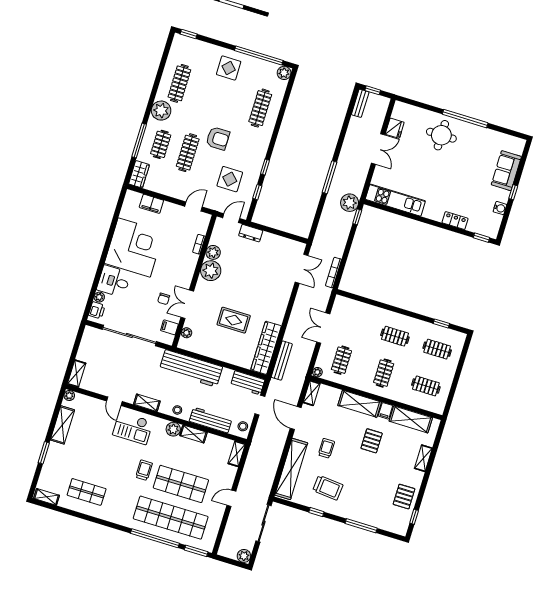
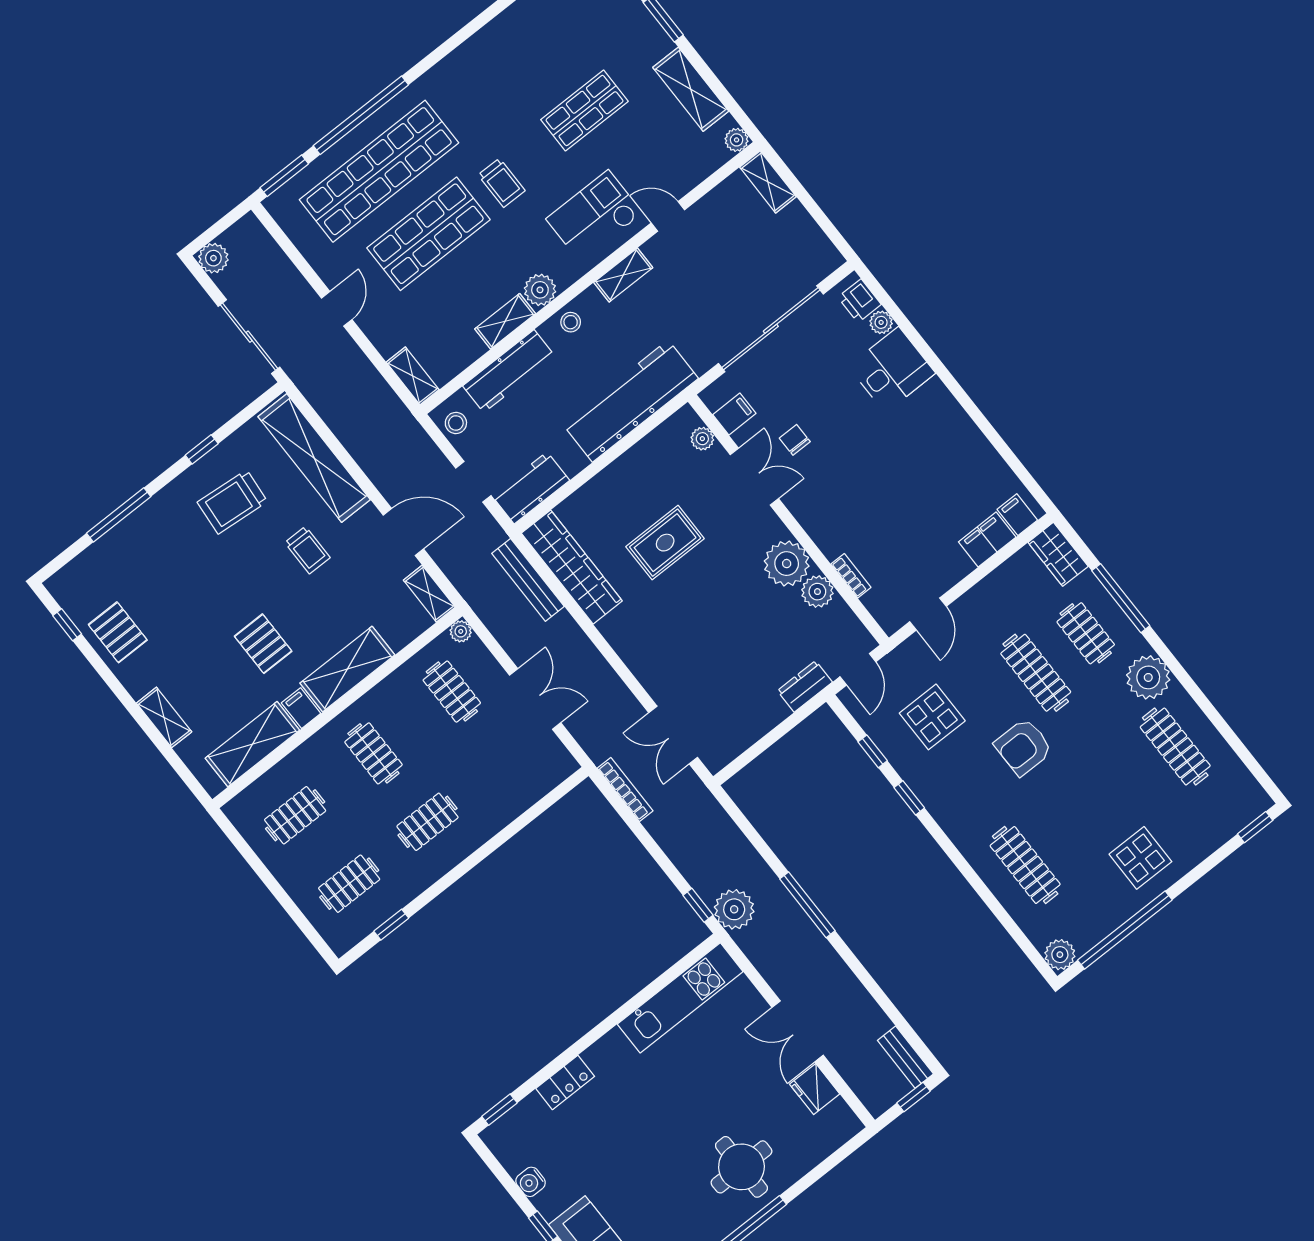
filing cabinet: (135, 199) -> (1017, 515), added
corner desk: (134, 247) -> (928, 451), removed
shop shelf: (87, 492) -> (585, 110), moved

